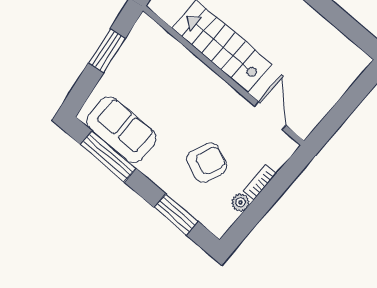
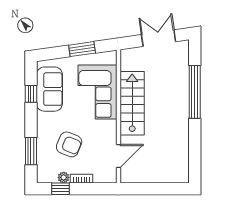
corner sofa: (173, 76) -> (97, 92), added
window: (108, 156) -> (31, 94), width x0.46
window: (251, 217) -> (61, 189), added

